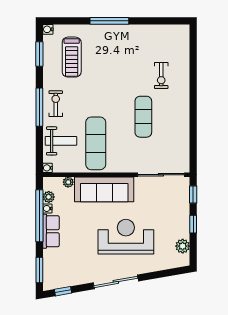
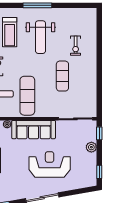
weight bench: (114, 64) -> (41, 37), added
window: (193, 224) -> (99, 172), moved
plant: (183, 246) -> (91, 147), moved

